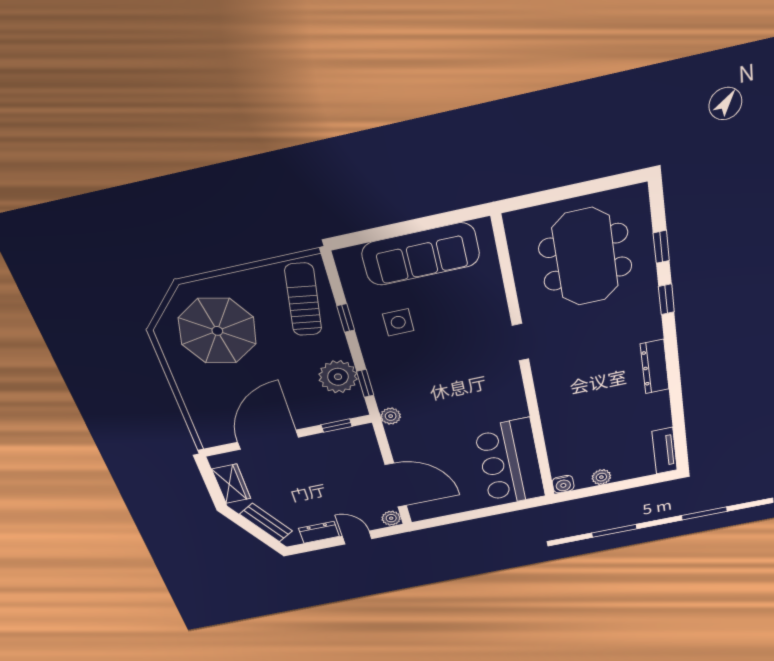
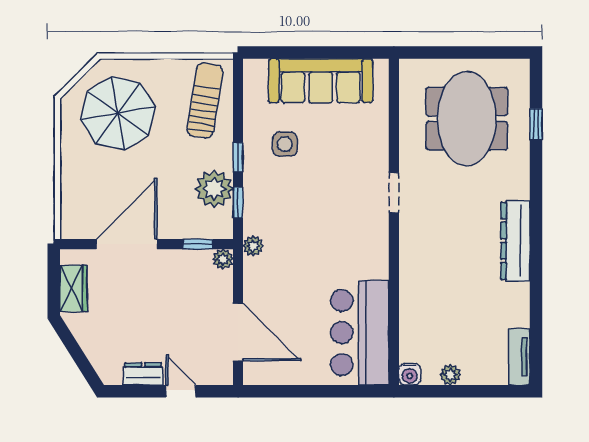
window: (666, 299) -> (536, 179), removed
window: (346, 318) -> (238, 157), moved
dresser: (655, 367) -> (515, 241), width x1.37, depth x1.24
plant: (391, 518) -> (223, 259), moved
bench: (266, 523) -> (93, 347), removed

